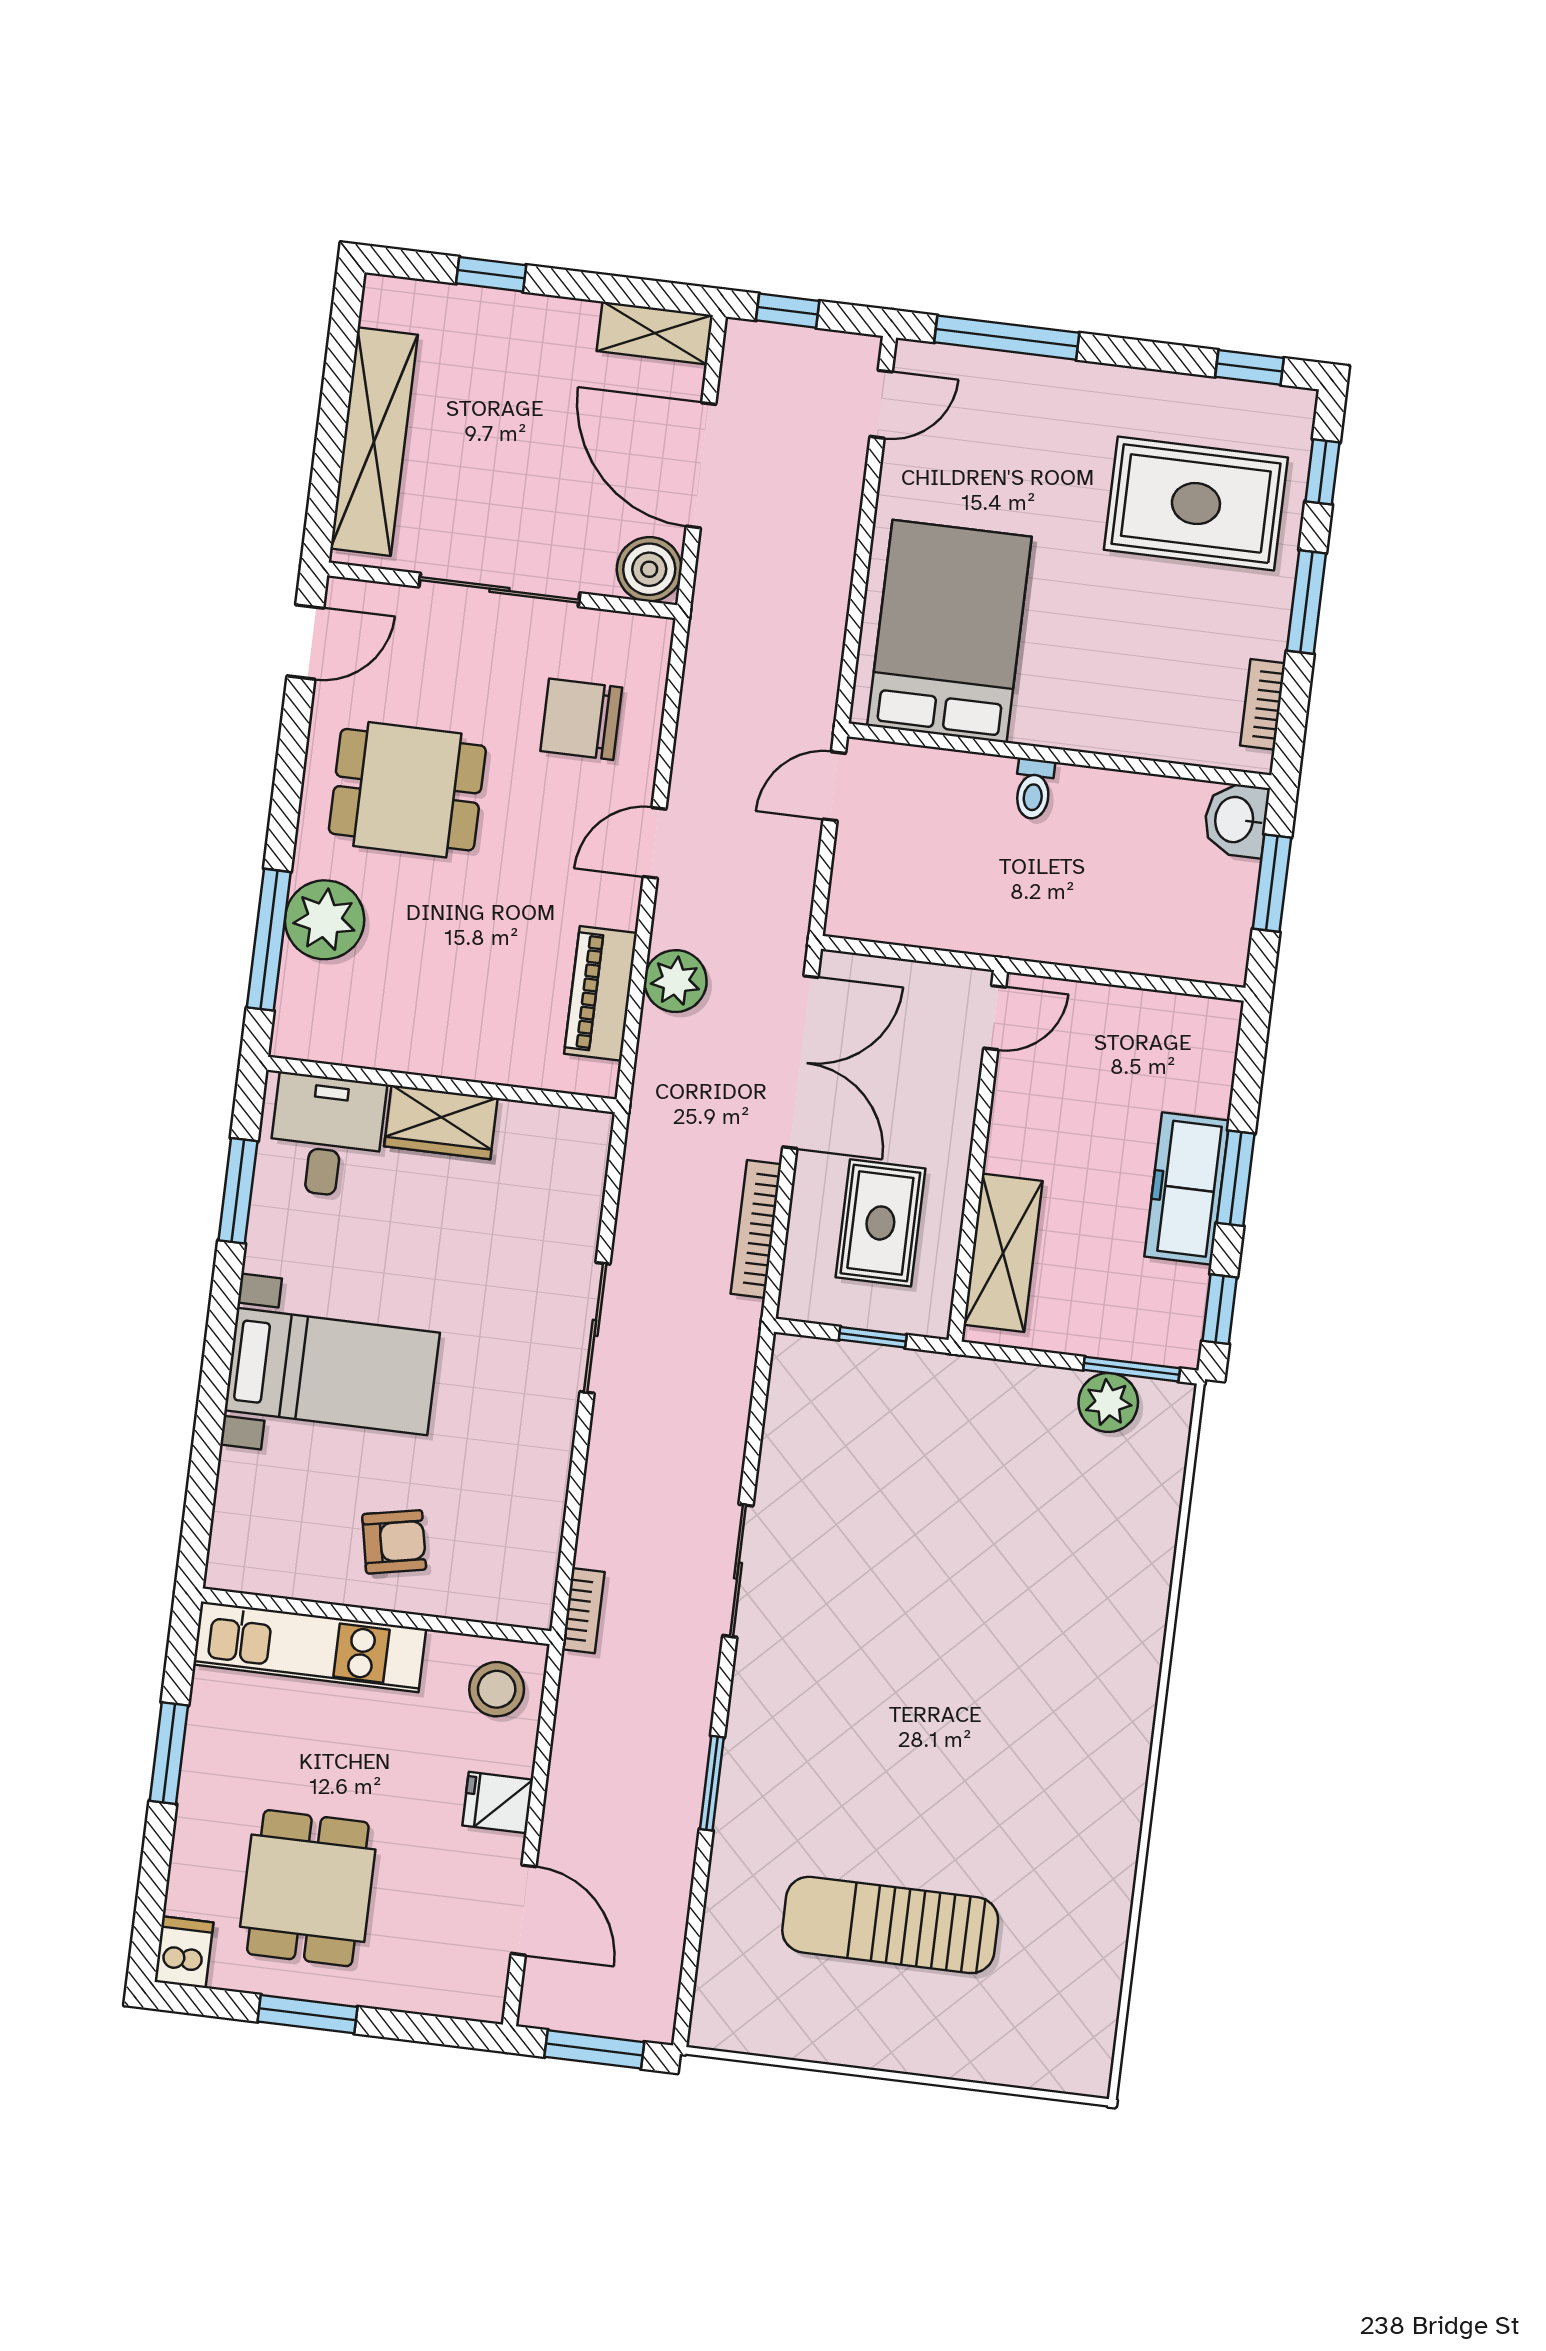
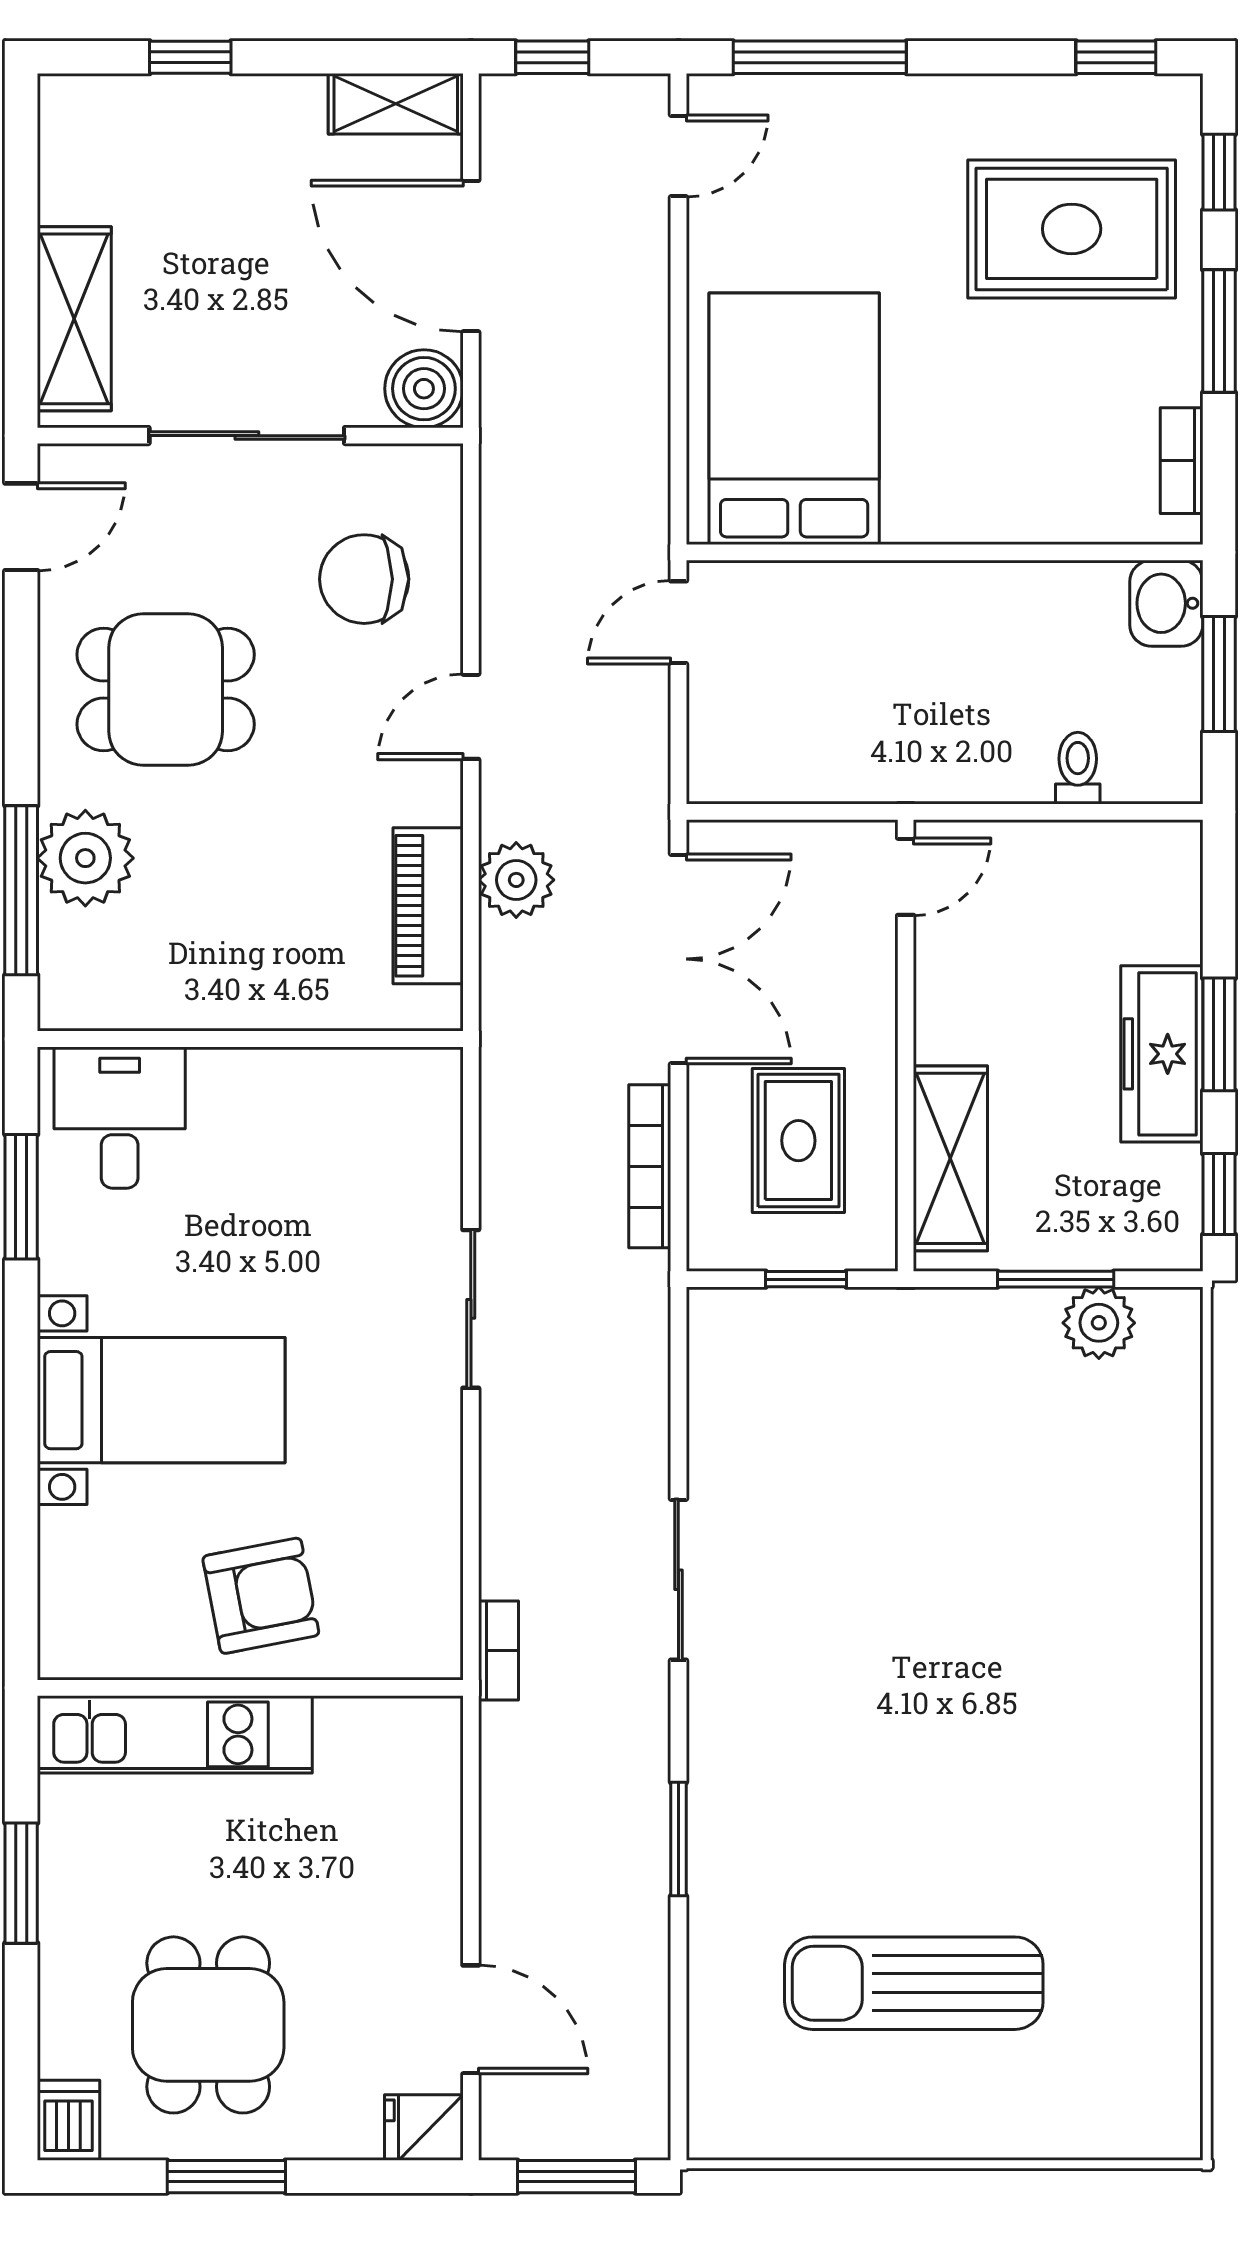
shelving: (374, 442) -> (74, 319), width x0.68
toilet: (1034, 789) -> (1078, 768), moved, turned 180
wardrobe: (441, 1122) -> (255, 1084), removed
window: (1132, 1369) -> (1056, 1279), moved
armchair: (394, 1542) -> (261, 1596), width x1.38, depth x1.38
stool: (497, 1689) -> (406, 1758), removed
fridge: (498, 1803) -> (424, 2127), moved

